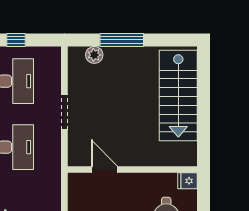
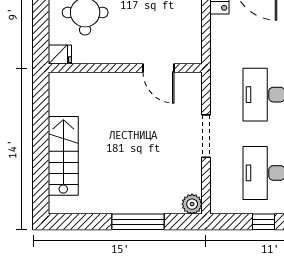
plant: (94, 55) -> (192, 204), moved
stairs: (178, 95) -> (63, 156), width x0.73, depth x0.66

